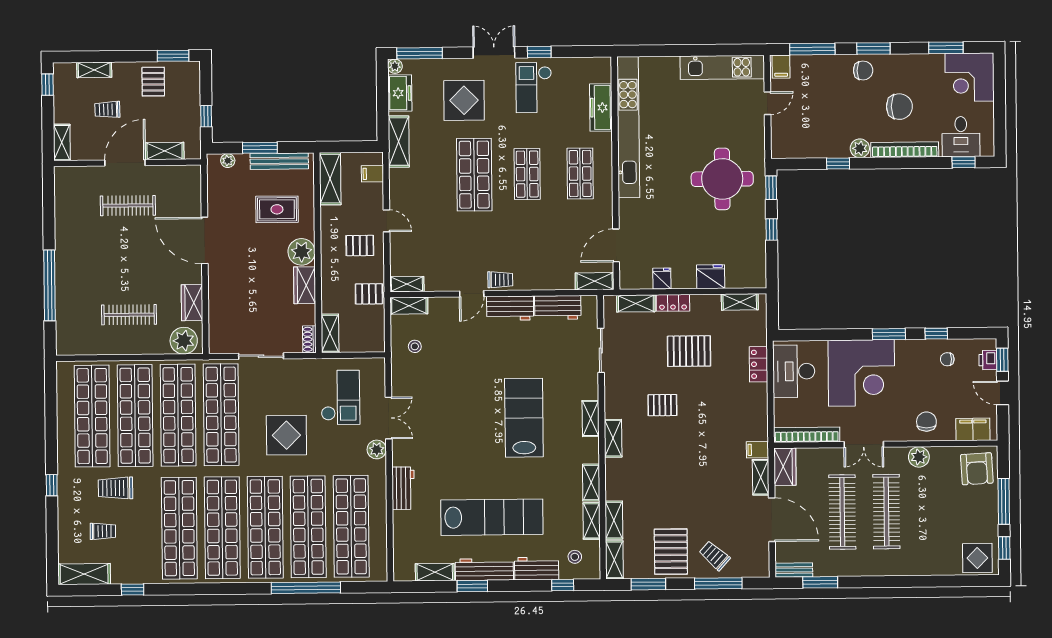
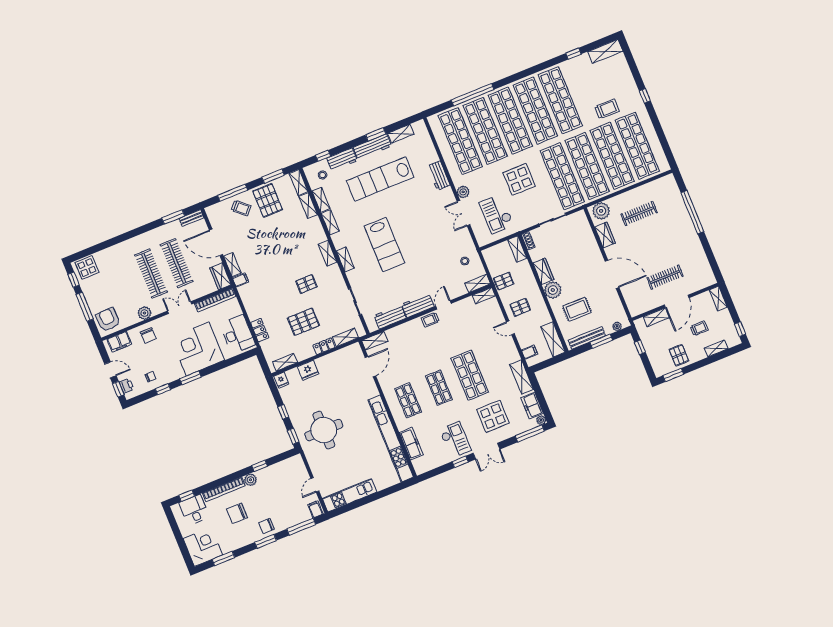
fridge: (662, 279) -> (281, 380), moved
trolley: (103, 531) -> (604, 81), removed

